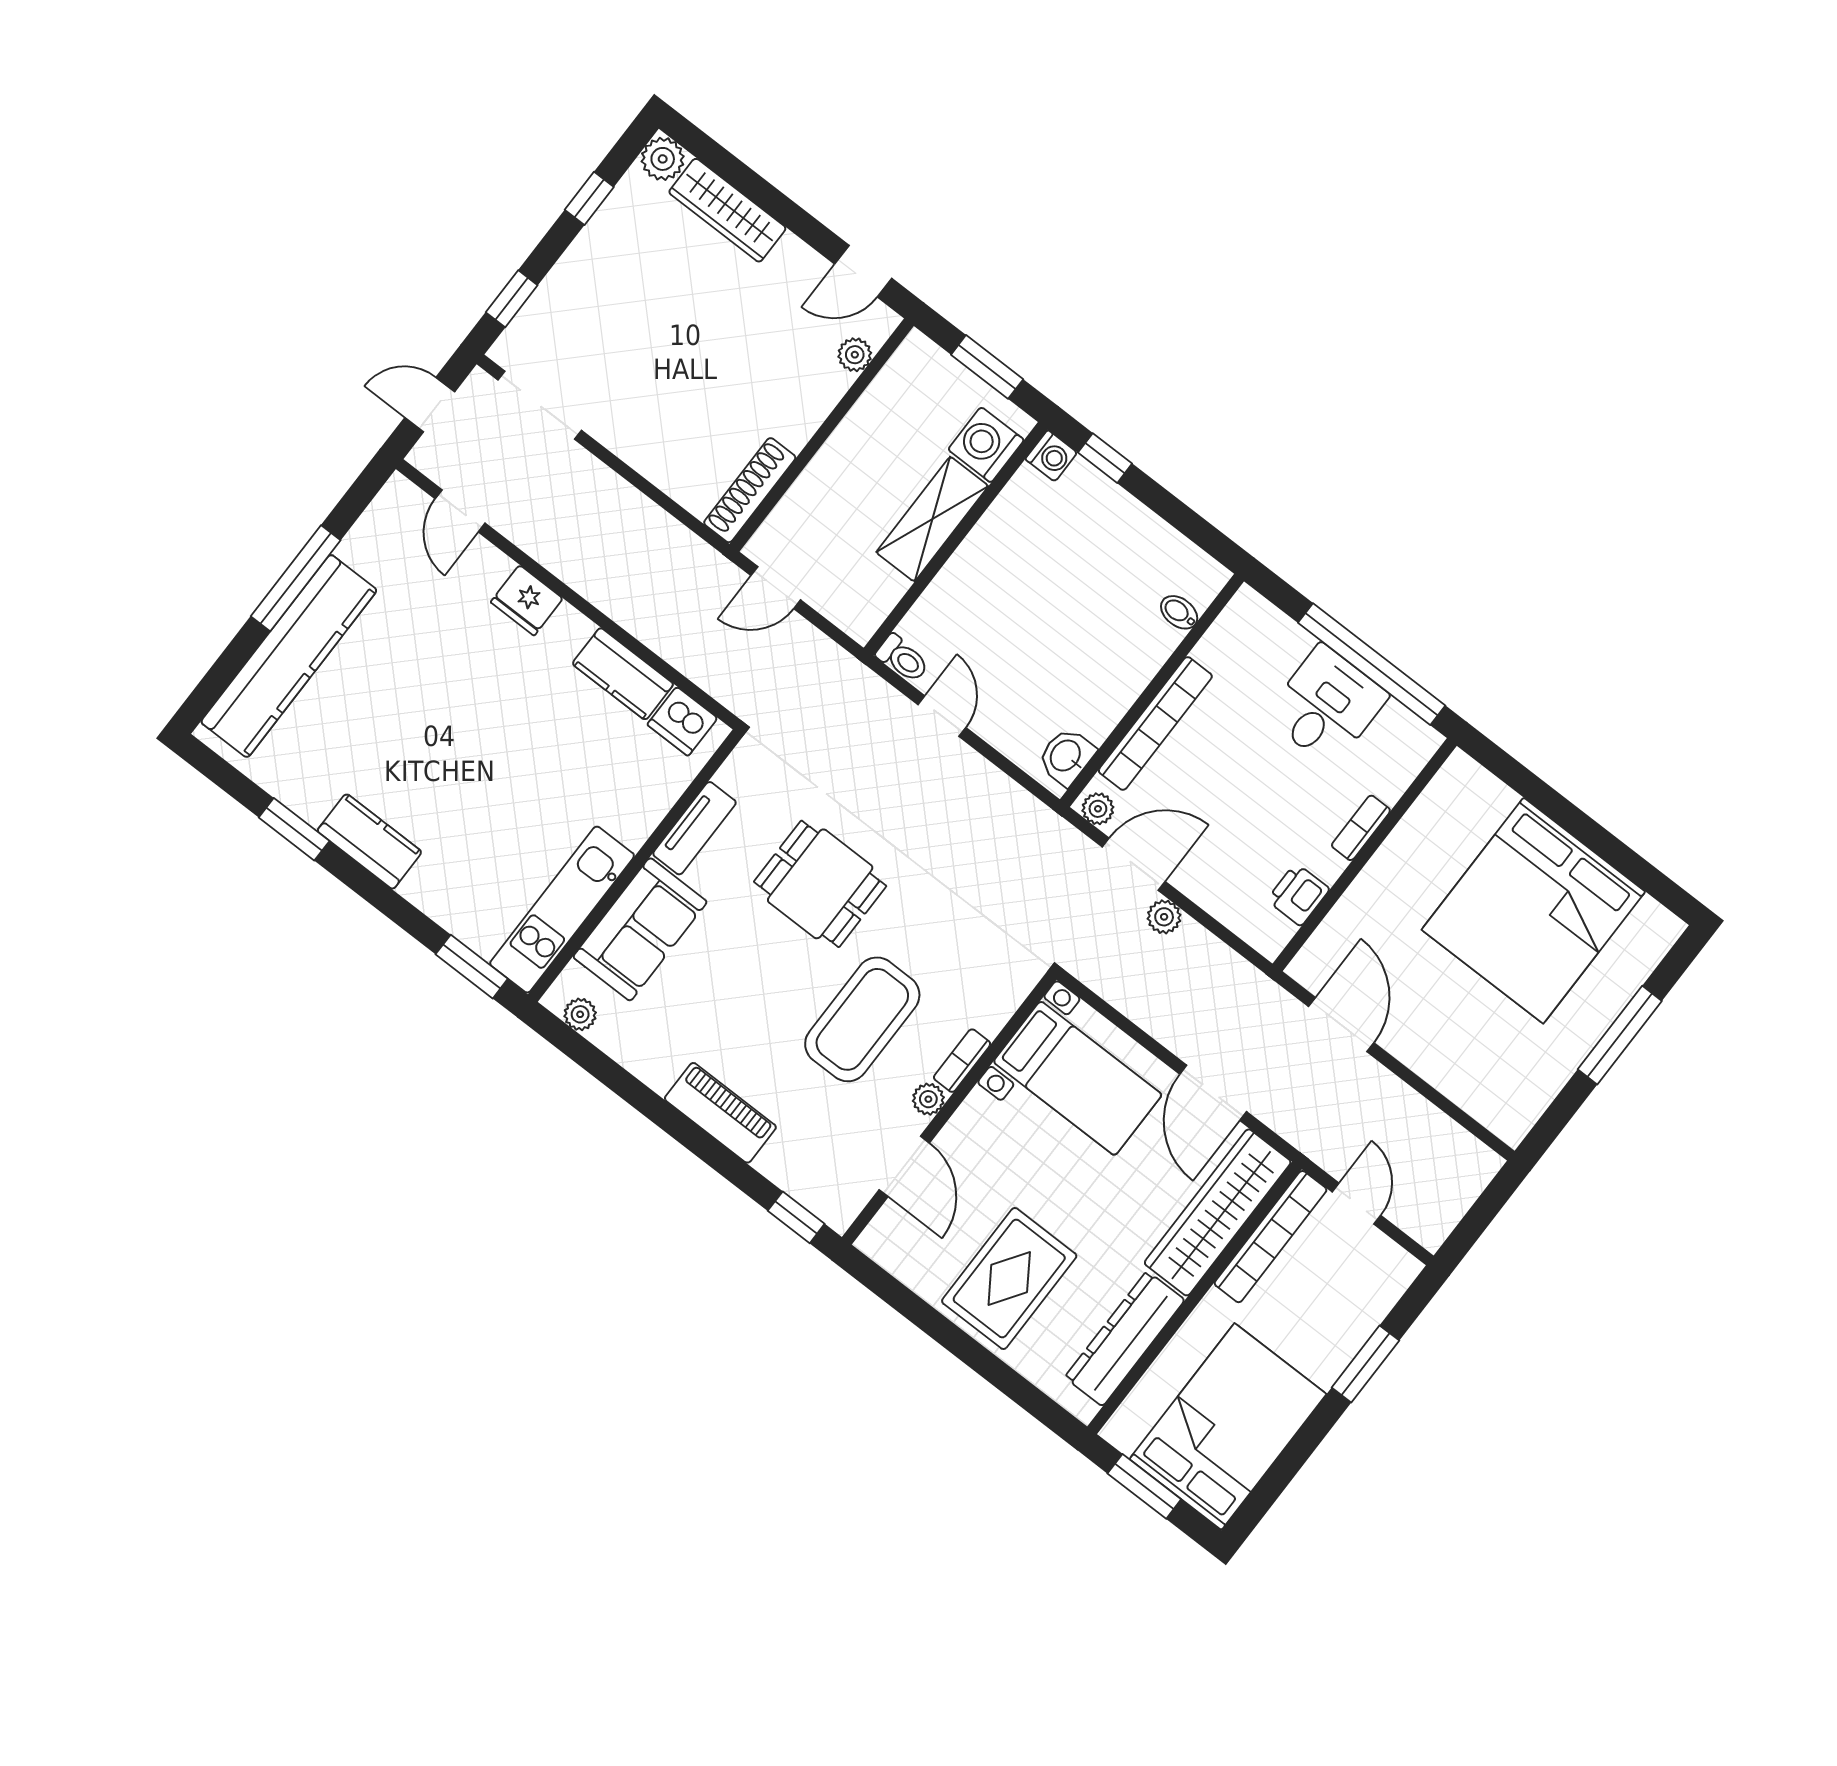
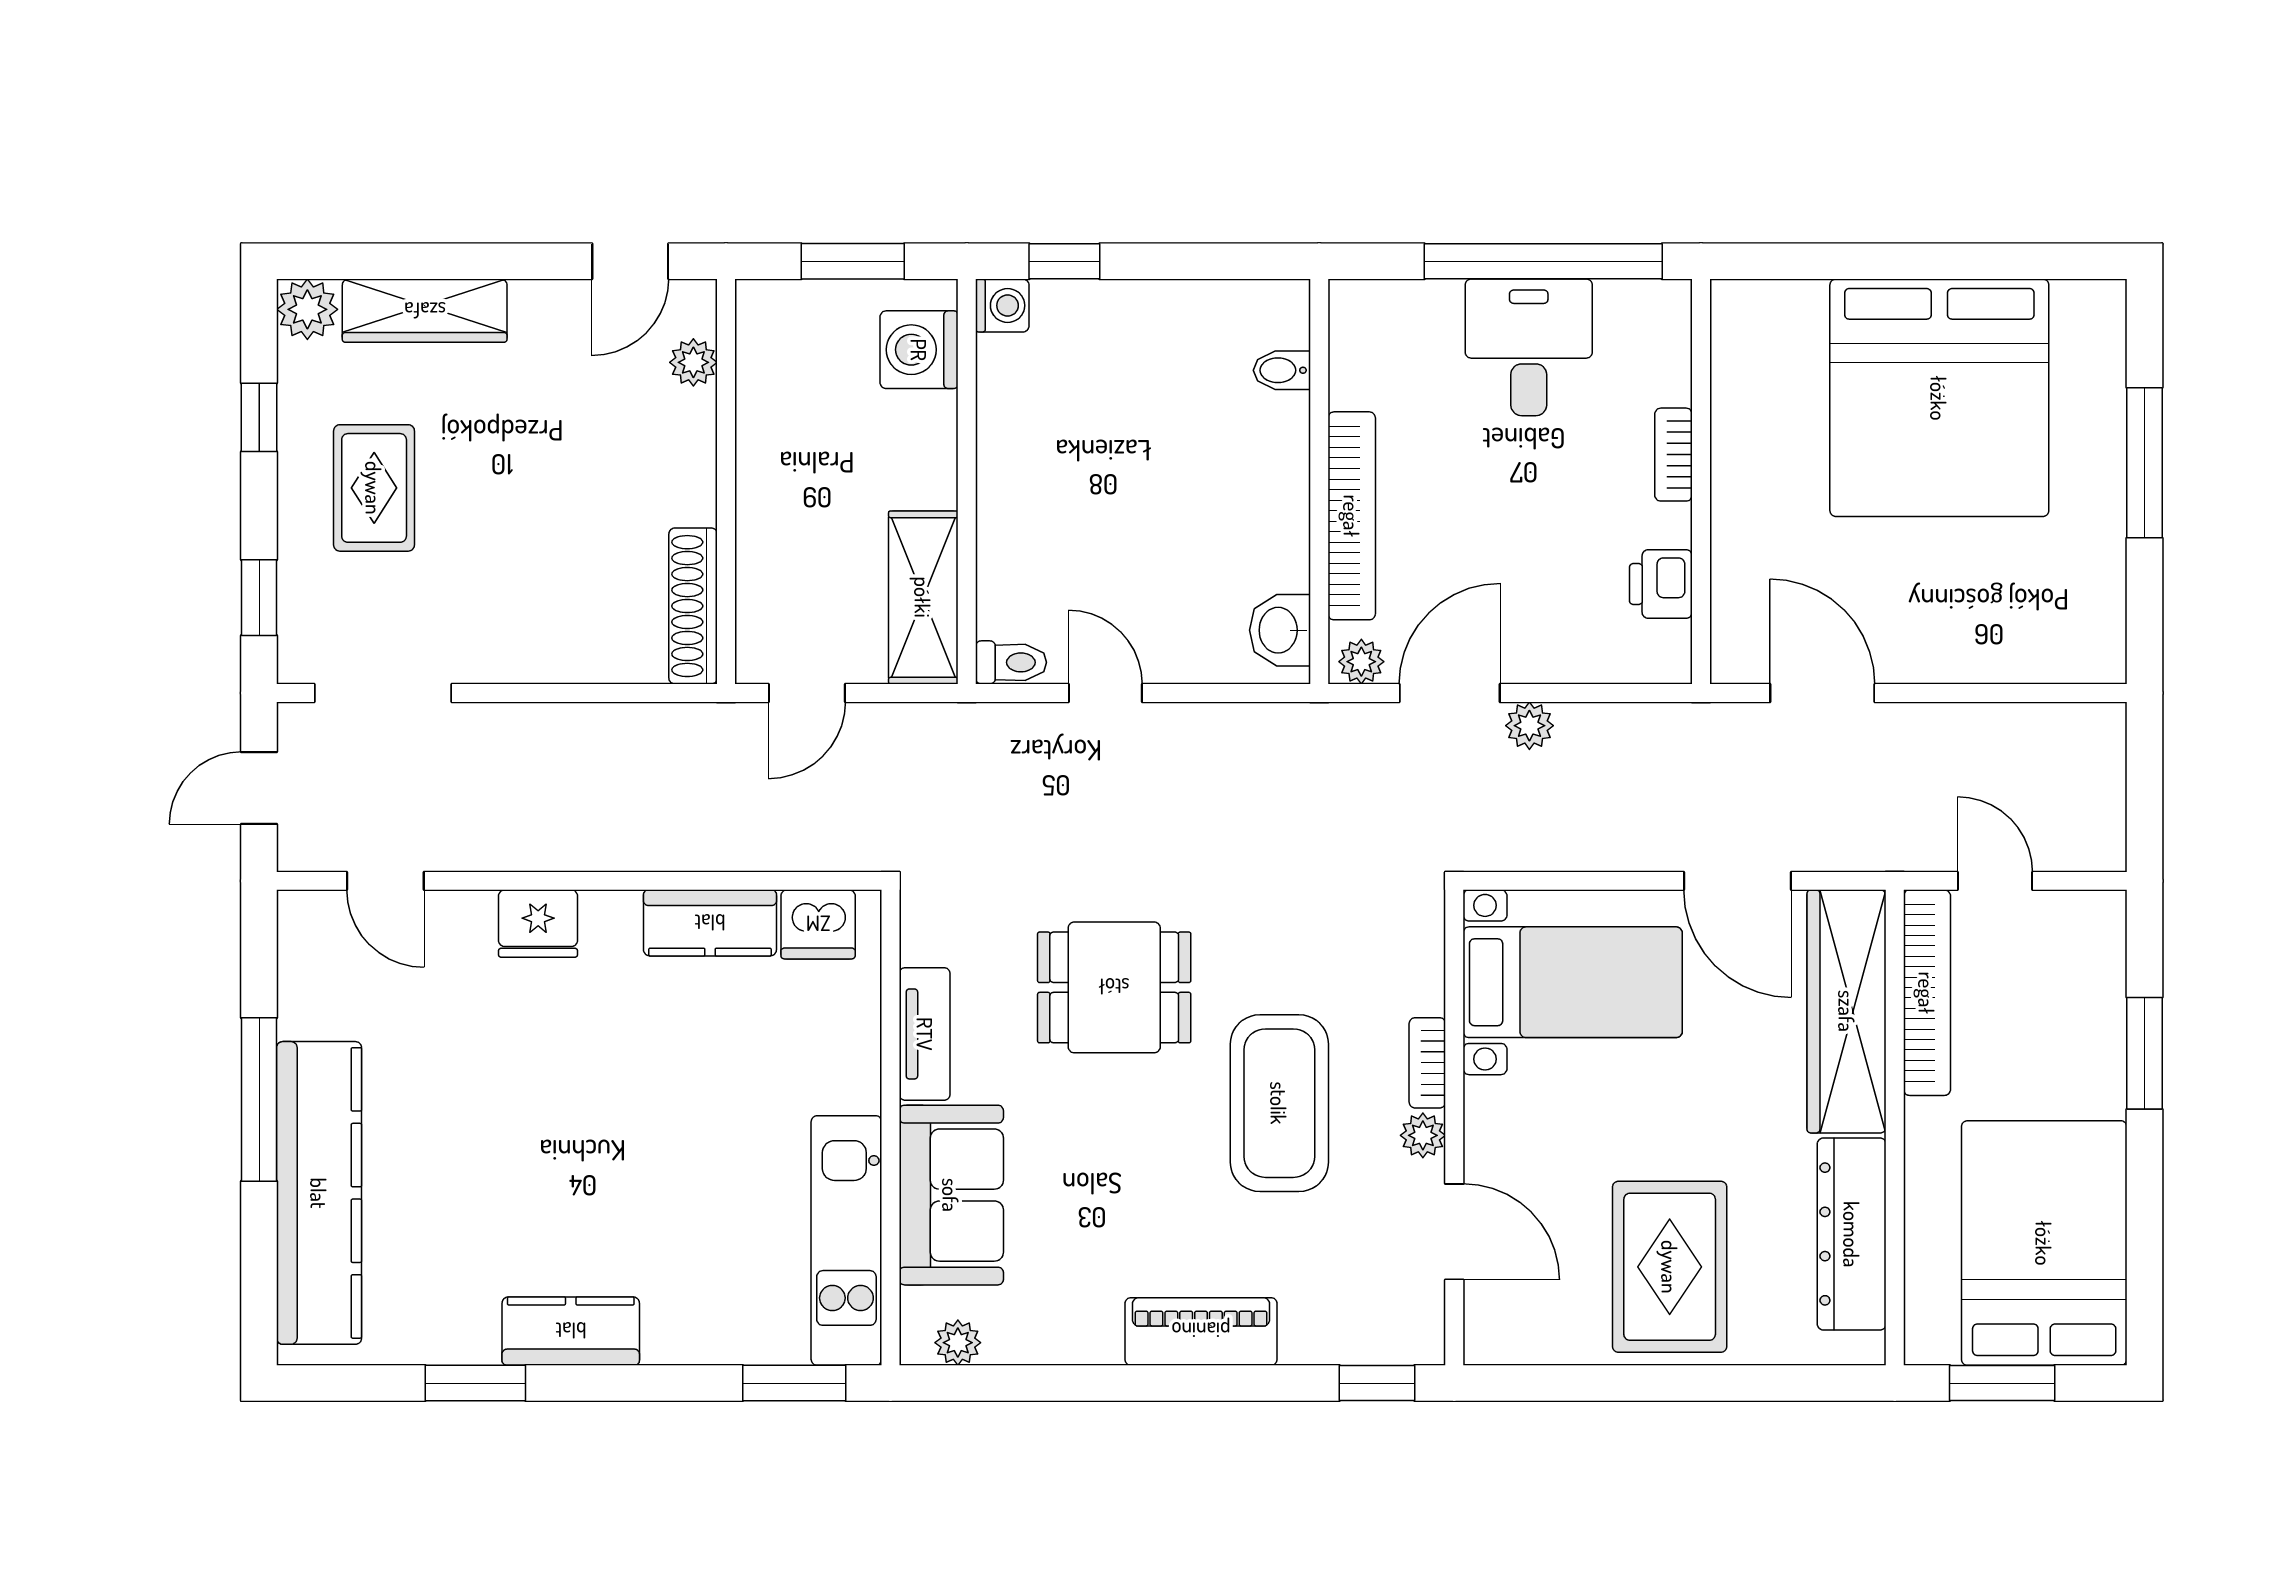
rug: (623, 287) -> (374, 488), added
shelving: (932, 519) -> (923, 597), moved

